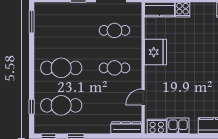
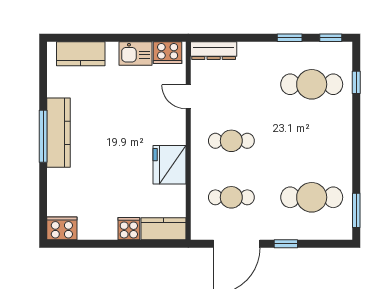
cafe table: (61, 68) -> (312, 197), moved
door: (143, 97) -> (188, 97), swing flipped

